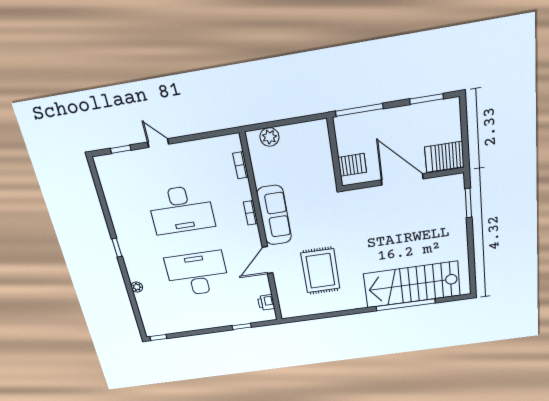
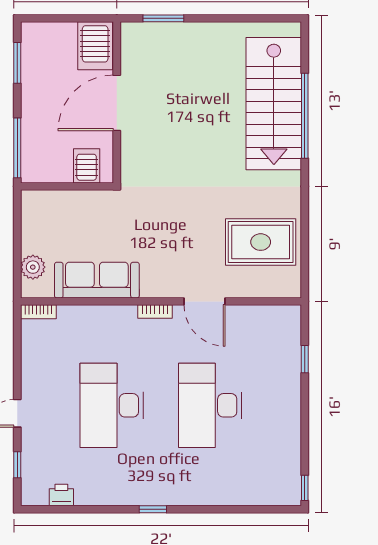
bookcase: (241, 165) -> (38, 312), moved
desk: (181, 210) -> (112, 405), turned 180
bookcase: (251, 213) -> (155, 312), moved
sofa: (274, 215) -> (97, 280), moved
rug: (320, 271) -> (261, 242), moved
plant: (137, 287) -> (217, 498), removed
printer: (266, 302) -> (61, 495), moved, turned 180

